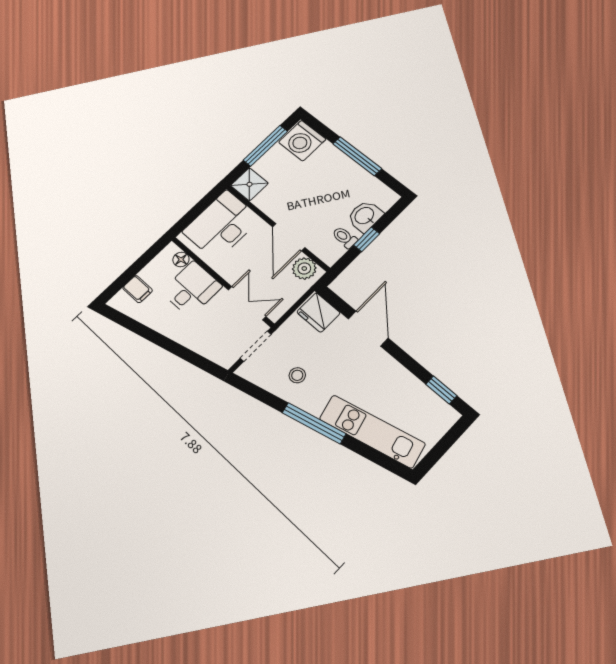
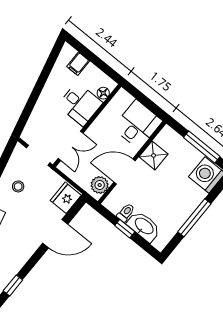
shower: (249, 184) -> (153, 155), moved
washbasin: (365, 216) -> (144, 226), width x1.38
desk: (221, 225) -> (138, 124), width x0.73

